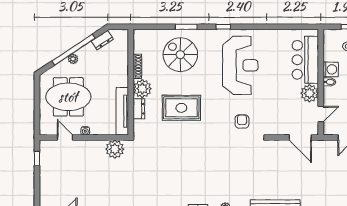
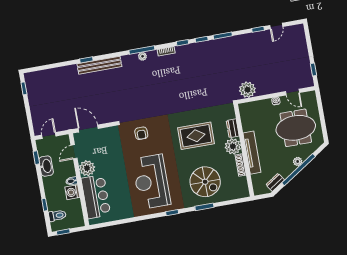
tv unit: (122, 111) -> (252, 153), moved

